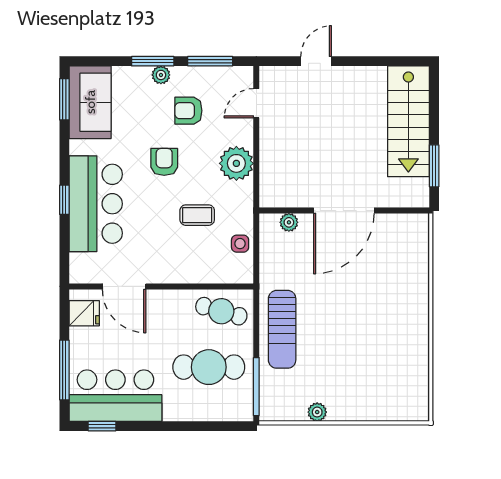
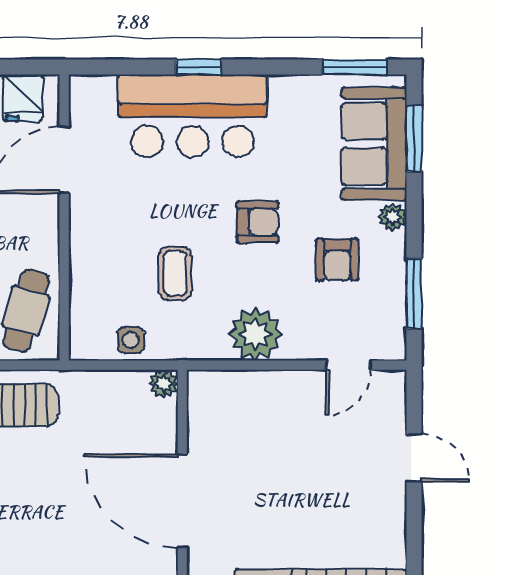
window: (153, 61) -> (414, 139), moved
sofa: (90, 102) -> (374, 144), moved, turned 90
door: (256, 103) -> (349, 365), swing flipped
armchair: (188, 111) -> (337, 260), turned 180
plant: (289, 222) -> (164, 384), moved

